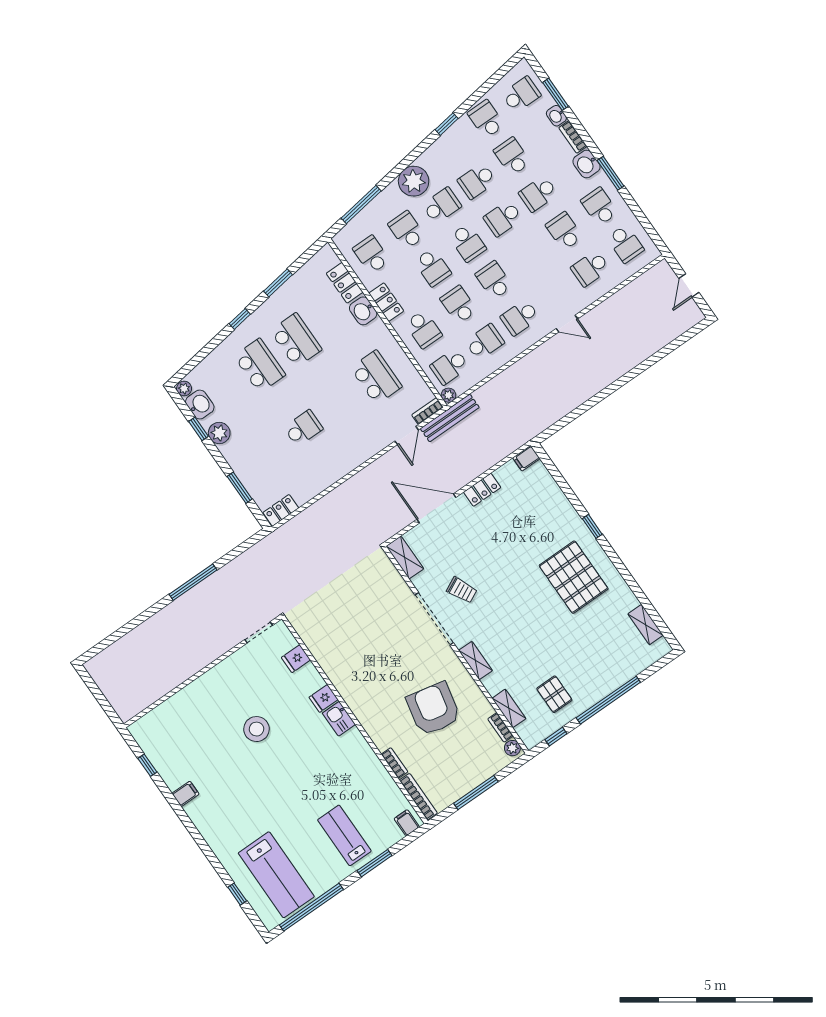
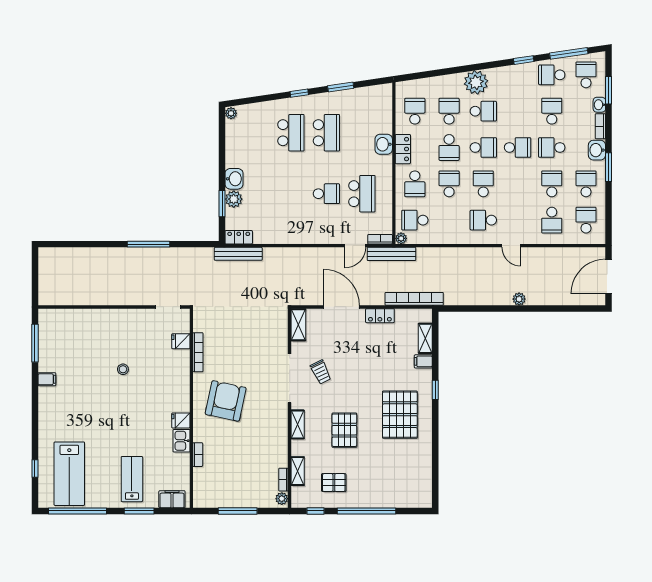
school desk: (521, 95) -> (586, 75), turned -90
school desk: (486, 119) -> (552, 75), turned -90
school desk: (477, 181) -> (518, 111), removed
window: (361, 204) -> (569, 53), moved
school desk: (503, 218) -> (518, 147), turned 180
school desk: (468, 243) -> (483, 147), turned -90
school desk: (625, 244) -> (586, 220), turned 180
school desk: (590, 268) -> (552, 220), turned -90
locker: (345, 283) -> (384, 117), removed
door: (689, 285) -> (609, 276), width x1.88
school desk: (485, 342) -> (449, 220), removed
plant: (613, 373) -> (519, 299), added
washbasin: (200, 404) -> (234, 179), moved
school desk: (303, 428) -> (326, 194), moved
window: (199, 429) -> (222, 146), removed
plant: (219, 433) -> (234, 199), moved
bookcase: (505, 448) -> (414, 299), added
filing cabinet: (526, 458) -> (423, 361), moved
bench: (292, 528) -> (238, 254), added
shelving: (646, 625) -> (425, 338), moved
pallet: (528, 633) -> (344, 430), added
pallet: (554, 694) -> (334, 483), turned 90
fridge: (324, 698) -> (181, 420), moved
armchair: (433, 709) -> (226, 401), moved
kitchen sink: (339, 719) -> (182, 441), moved
stool: (257, 729) -> (123, 369), width x0.53, depth x0.53
window: (147, 765) -> (35, 343), width x2.17
bookcase: (418, 797) -> (198, 352), moved
filing cabinet: (407, 823) -> (172, 499), width x2.00

